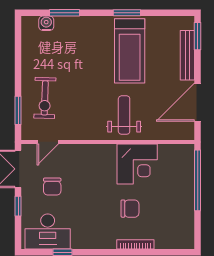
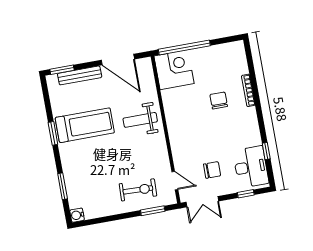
water cooler: (46, 23) -> (77, 215), moved
corner desk: (137, 164) -> (174, 70), moved
window: (18, 206) -> (246, 194), moved

